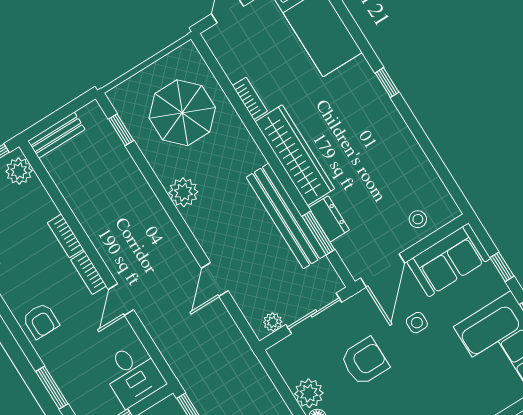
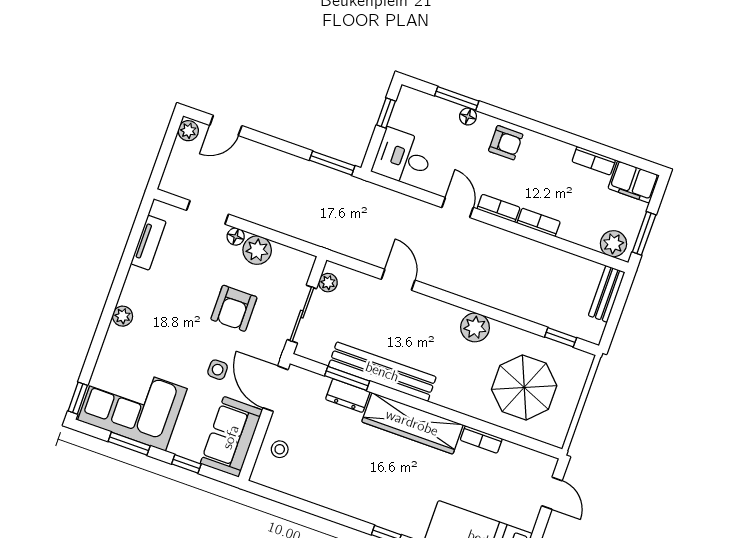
armchair: (41, 321) -> (506, 143), turned 180
floor lamp: (54, 366) -> (468, 116), added

